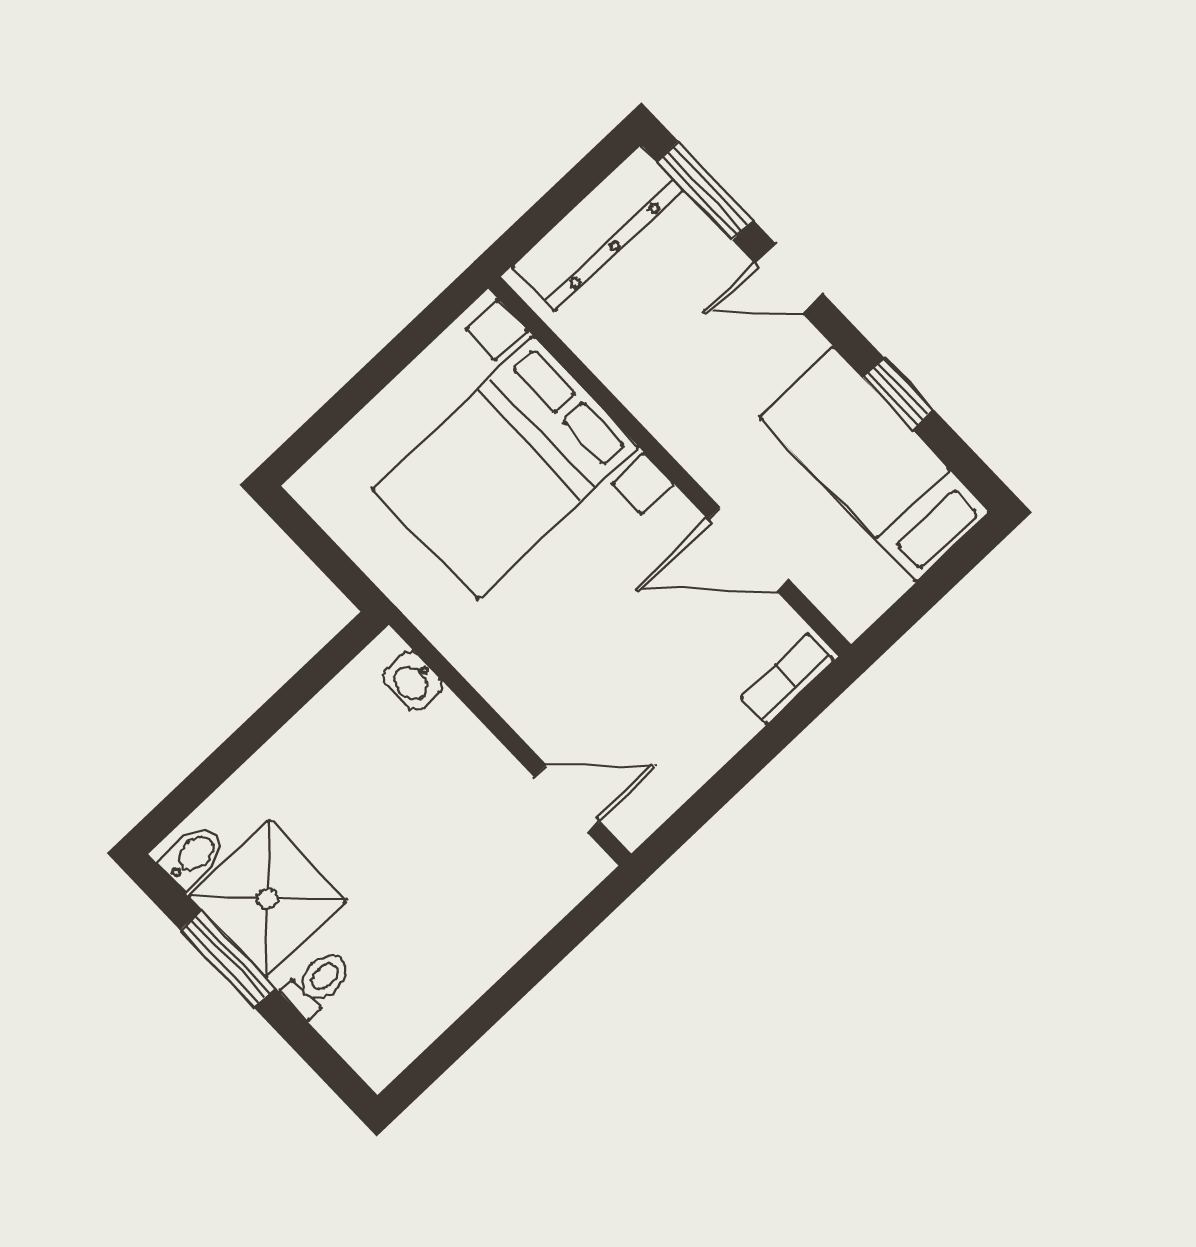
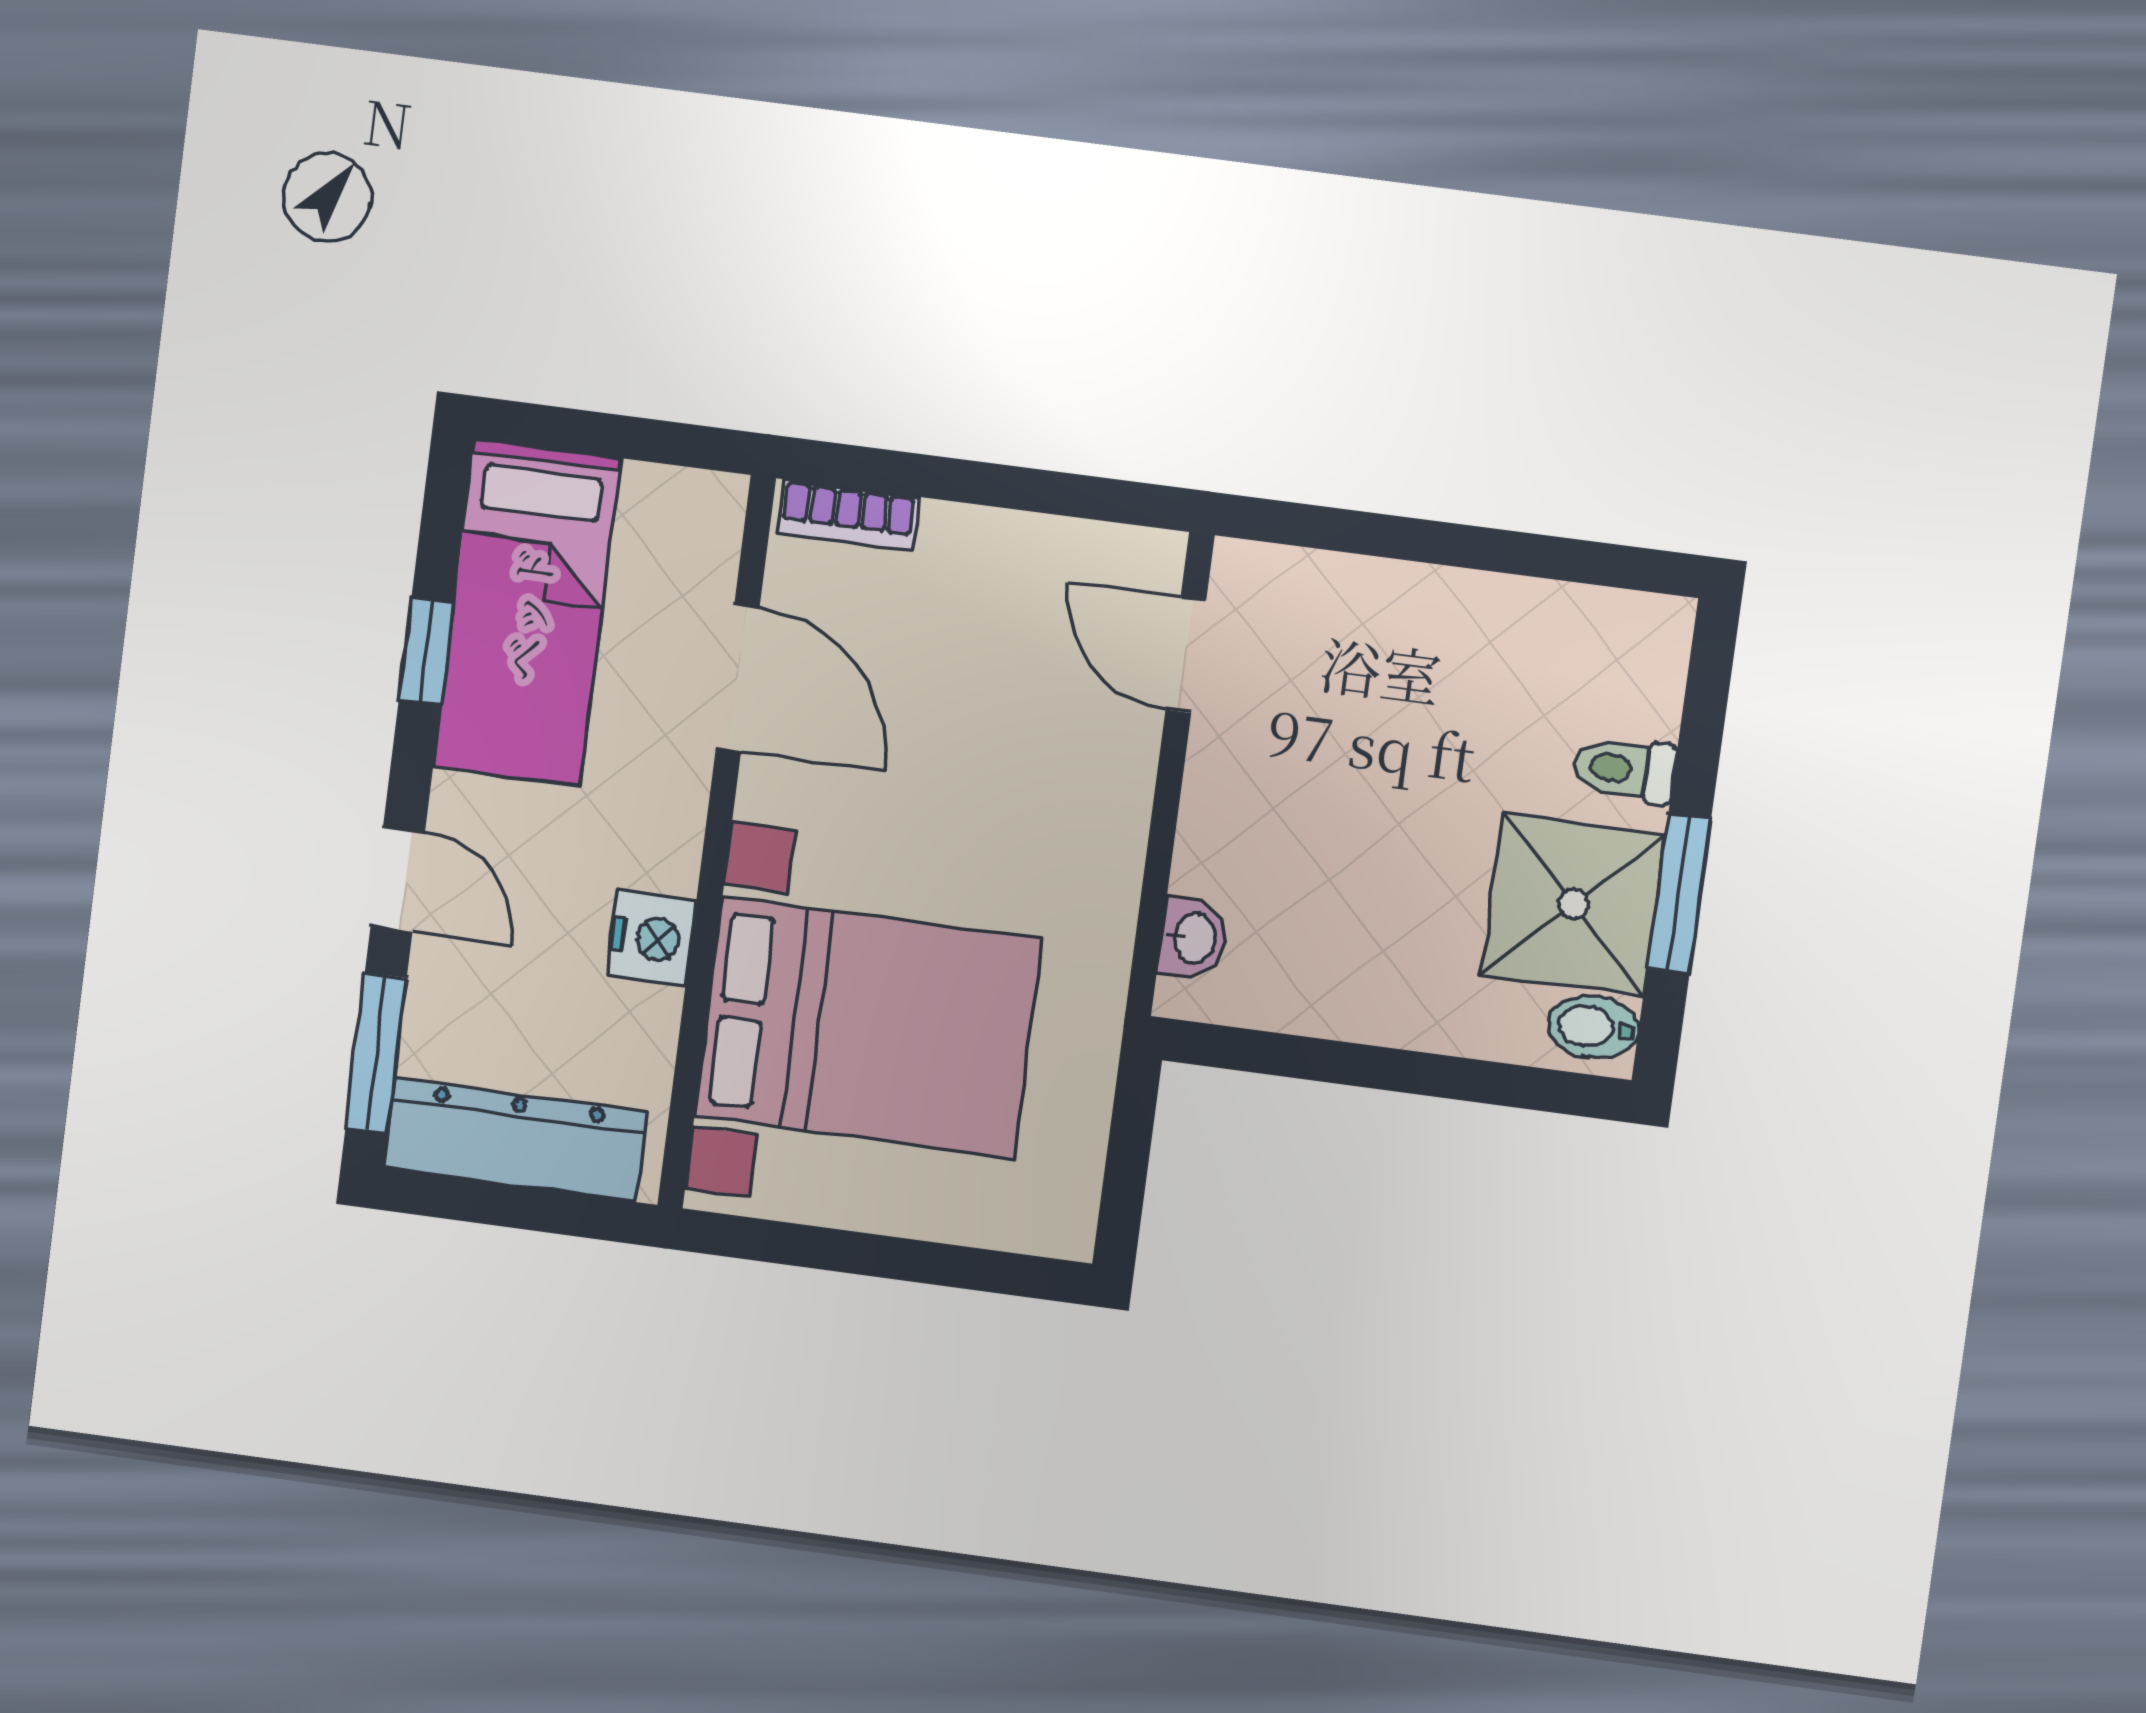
nightstand: (647, 390) -> (652, 938), added

